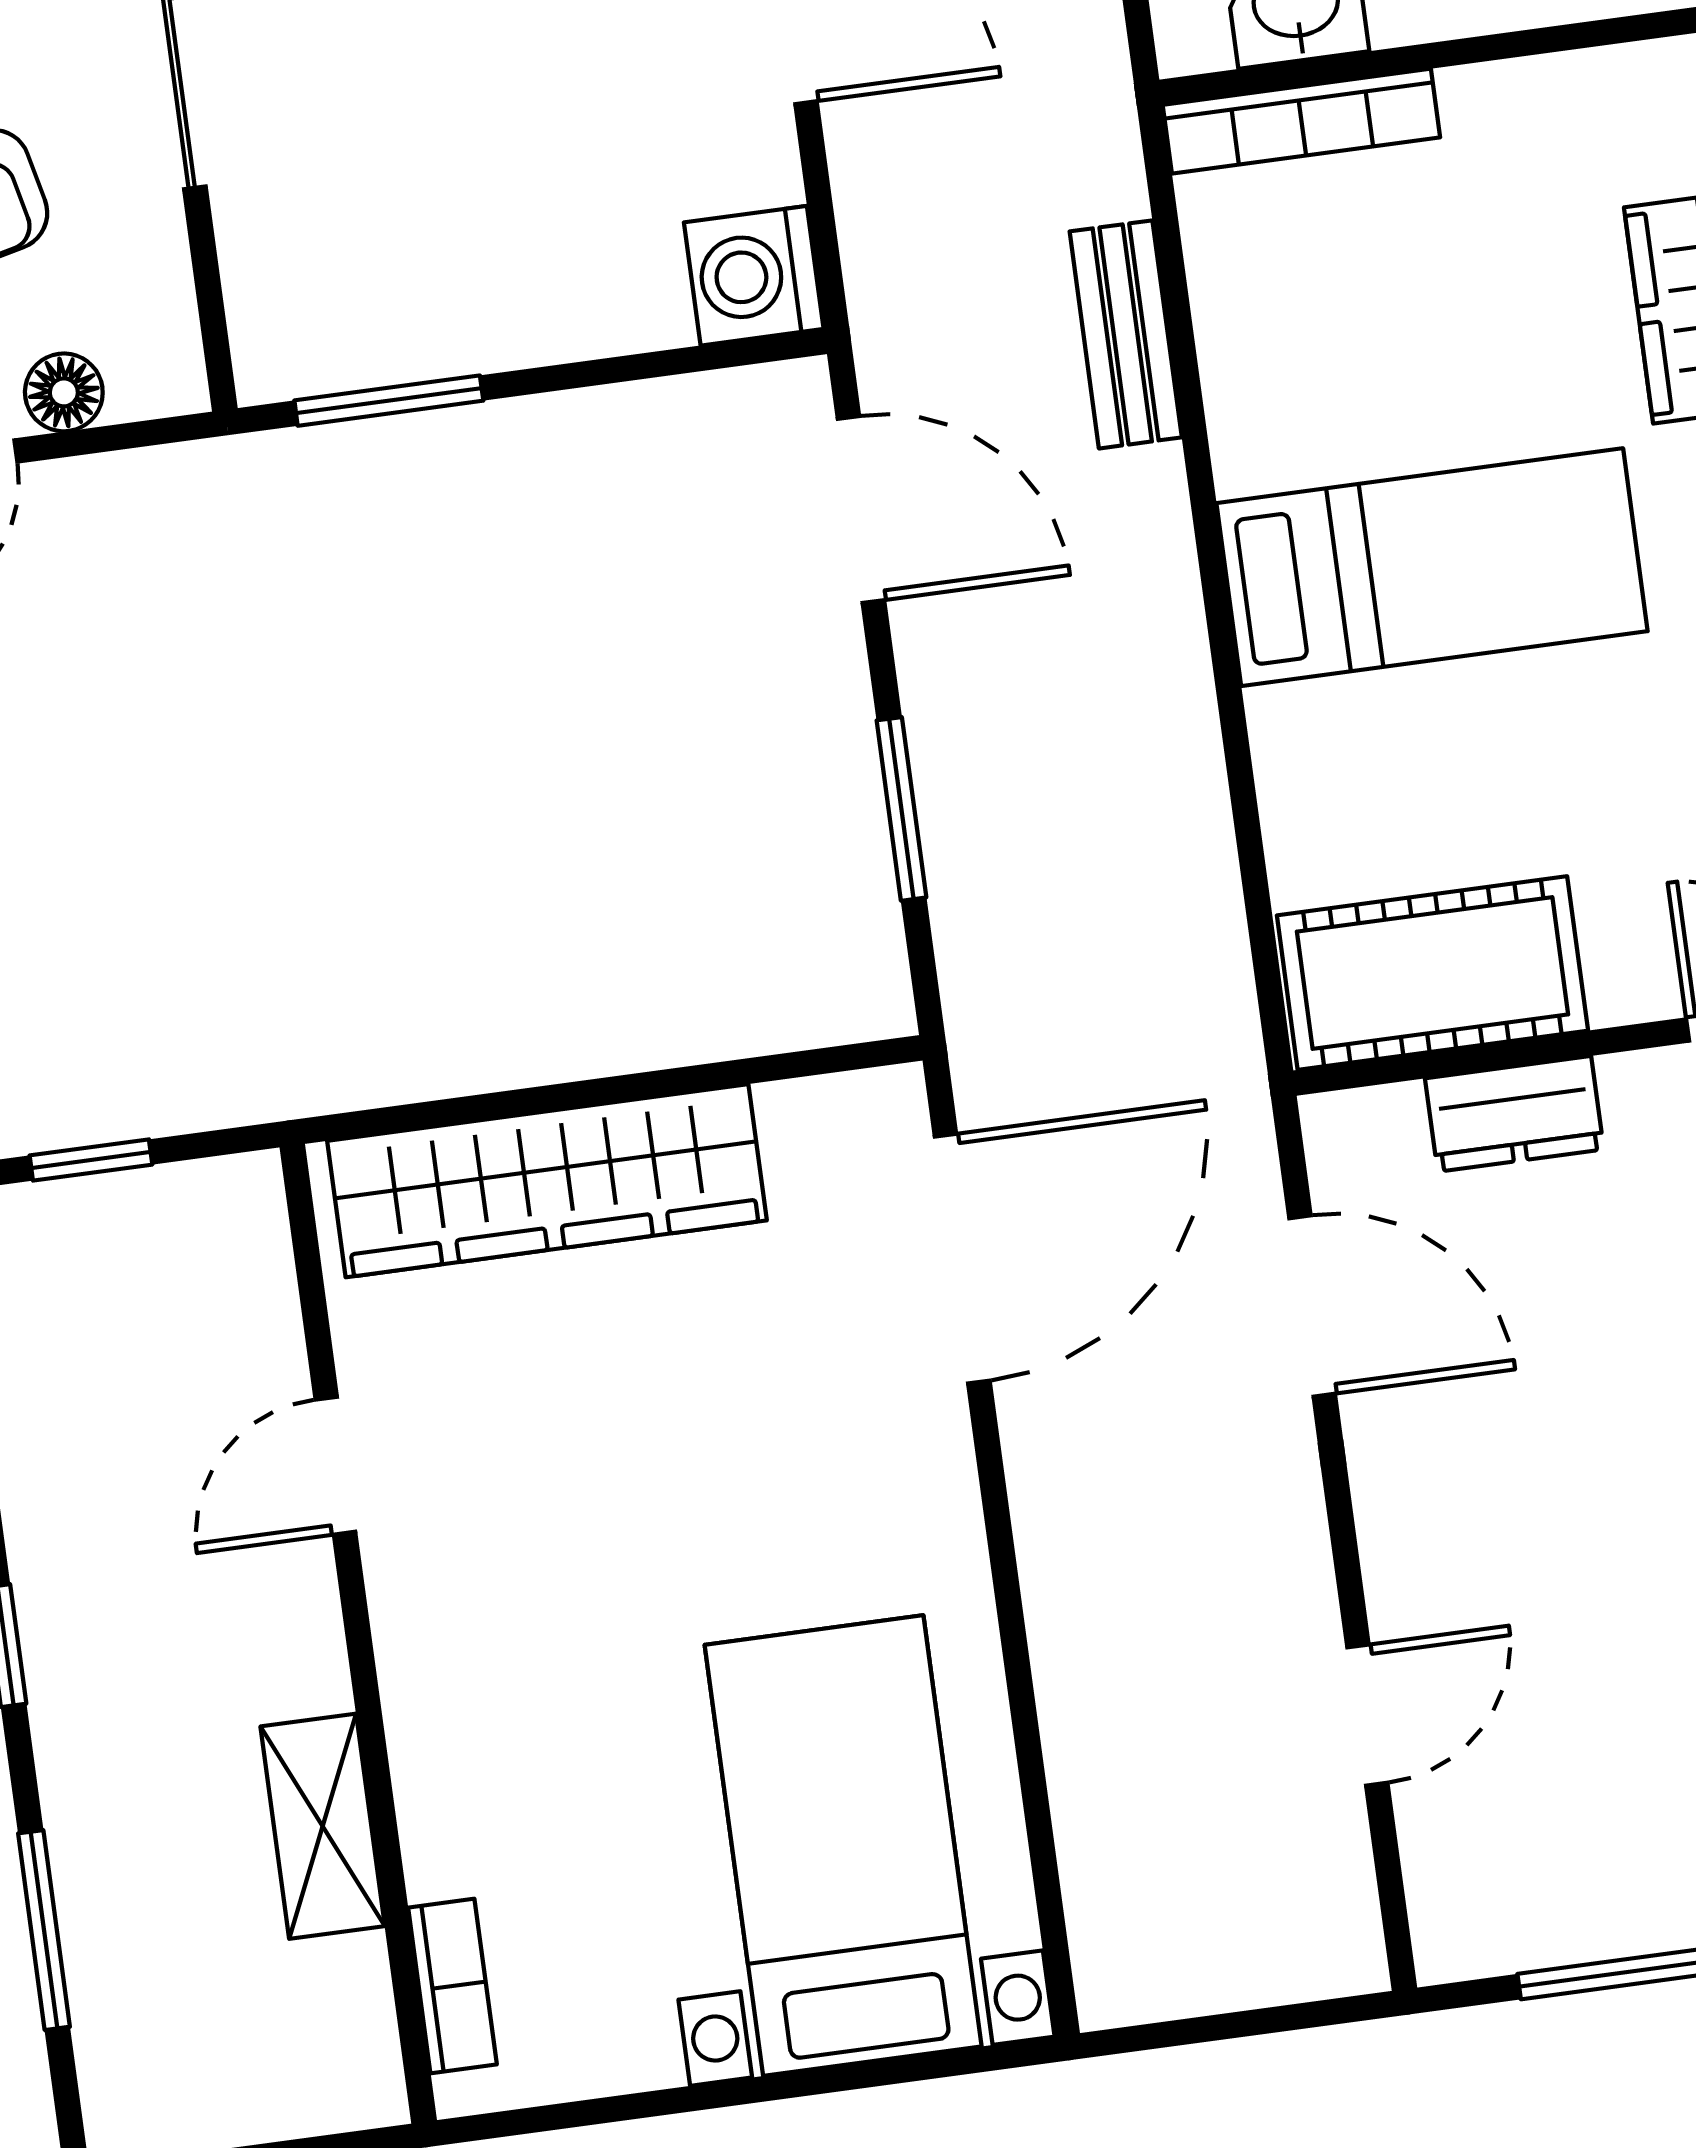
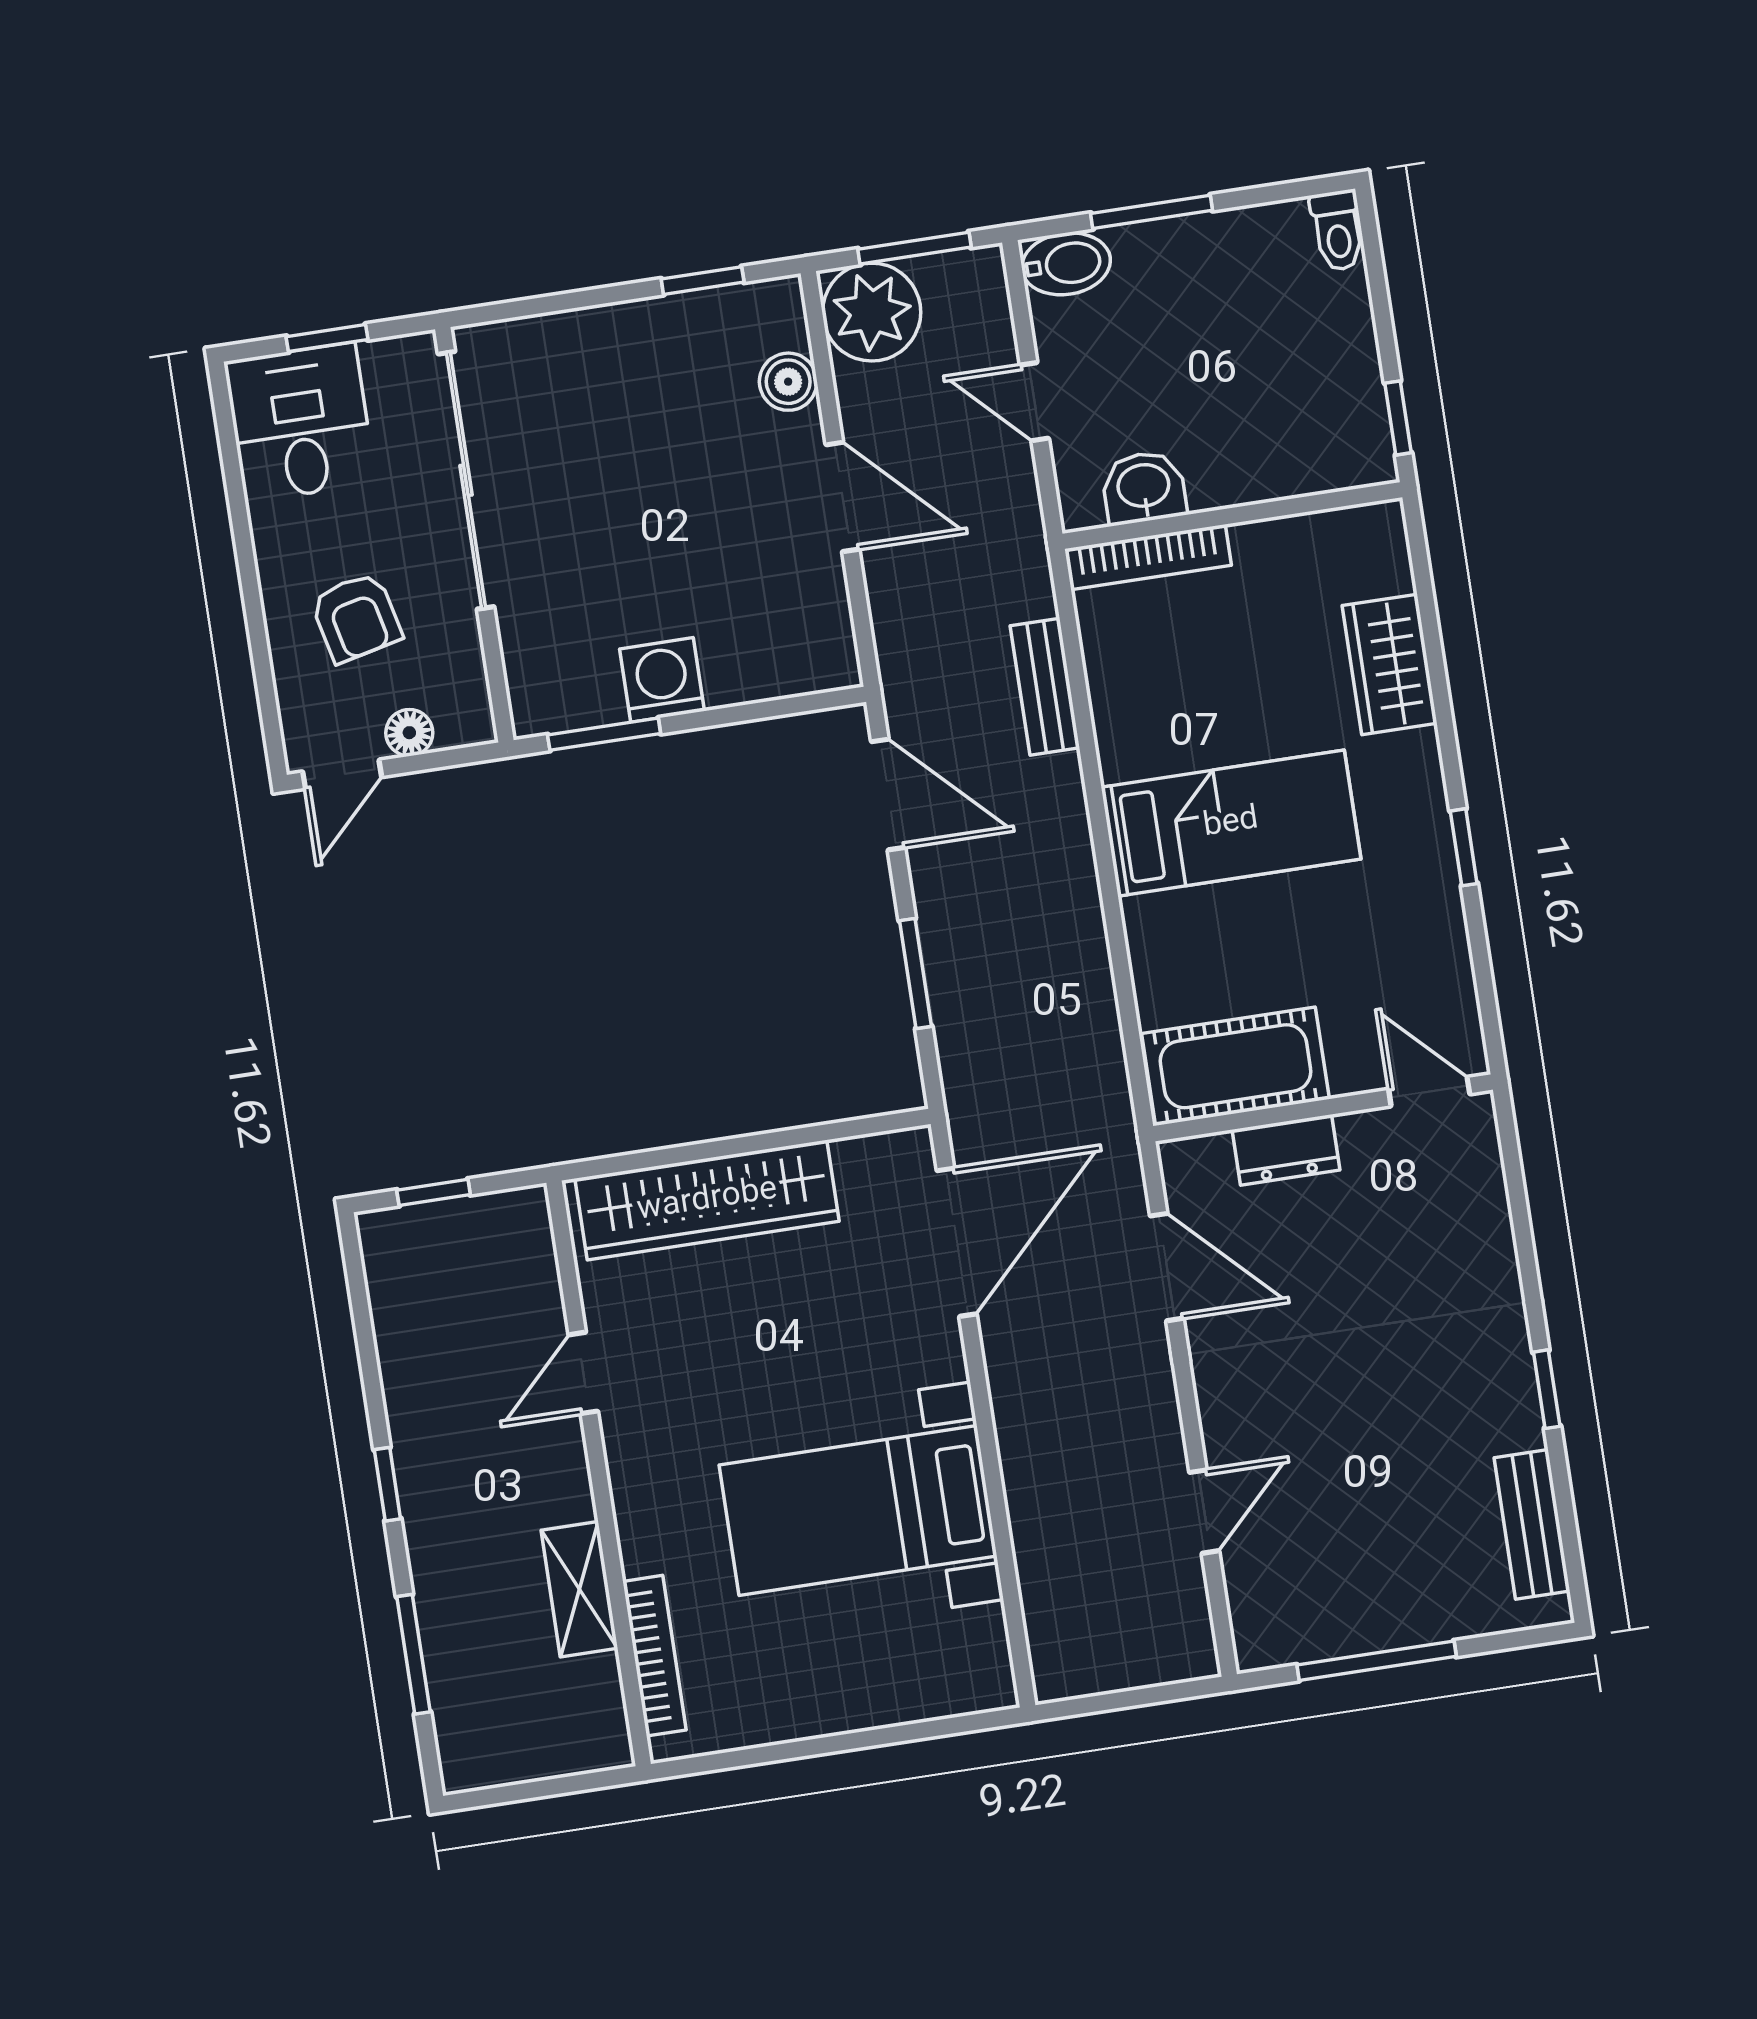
washing machine: (754, 276) -> (662, 680), moved, turned 90
bed with nightstands: (843, 1846) -> (858, 1510), moved, turned -90
bookcase: (452, 1986) -> (655, 1656), width x1.56

